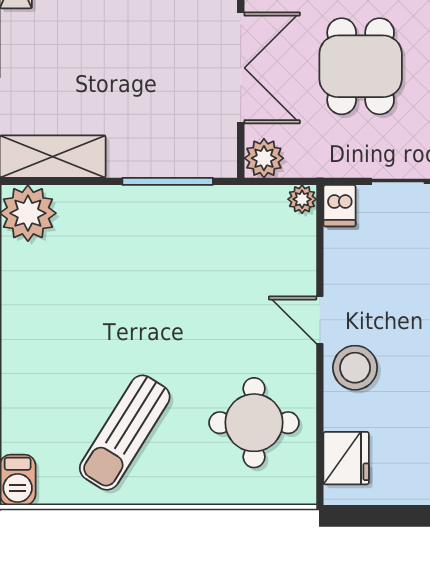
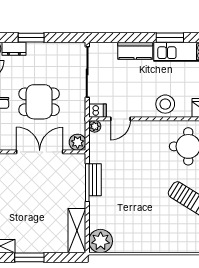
bench: (174, 200) -> (95, 180), added
door: (320, 320) -> (120, 119), moved

